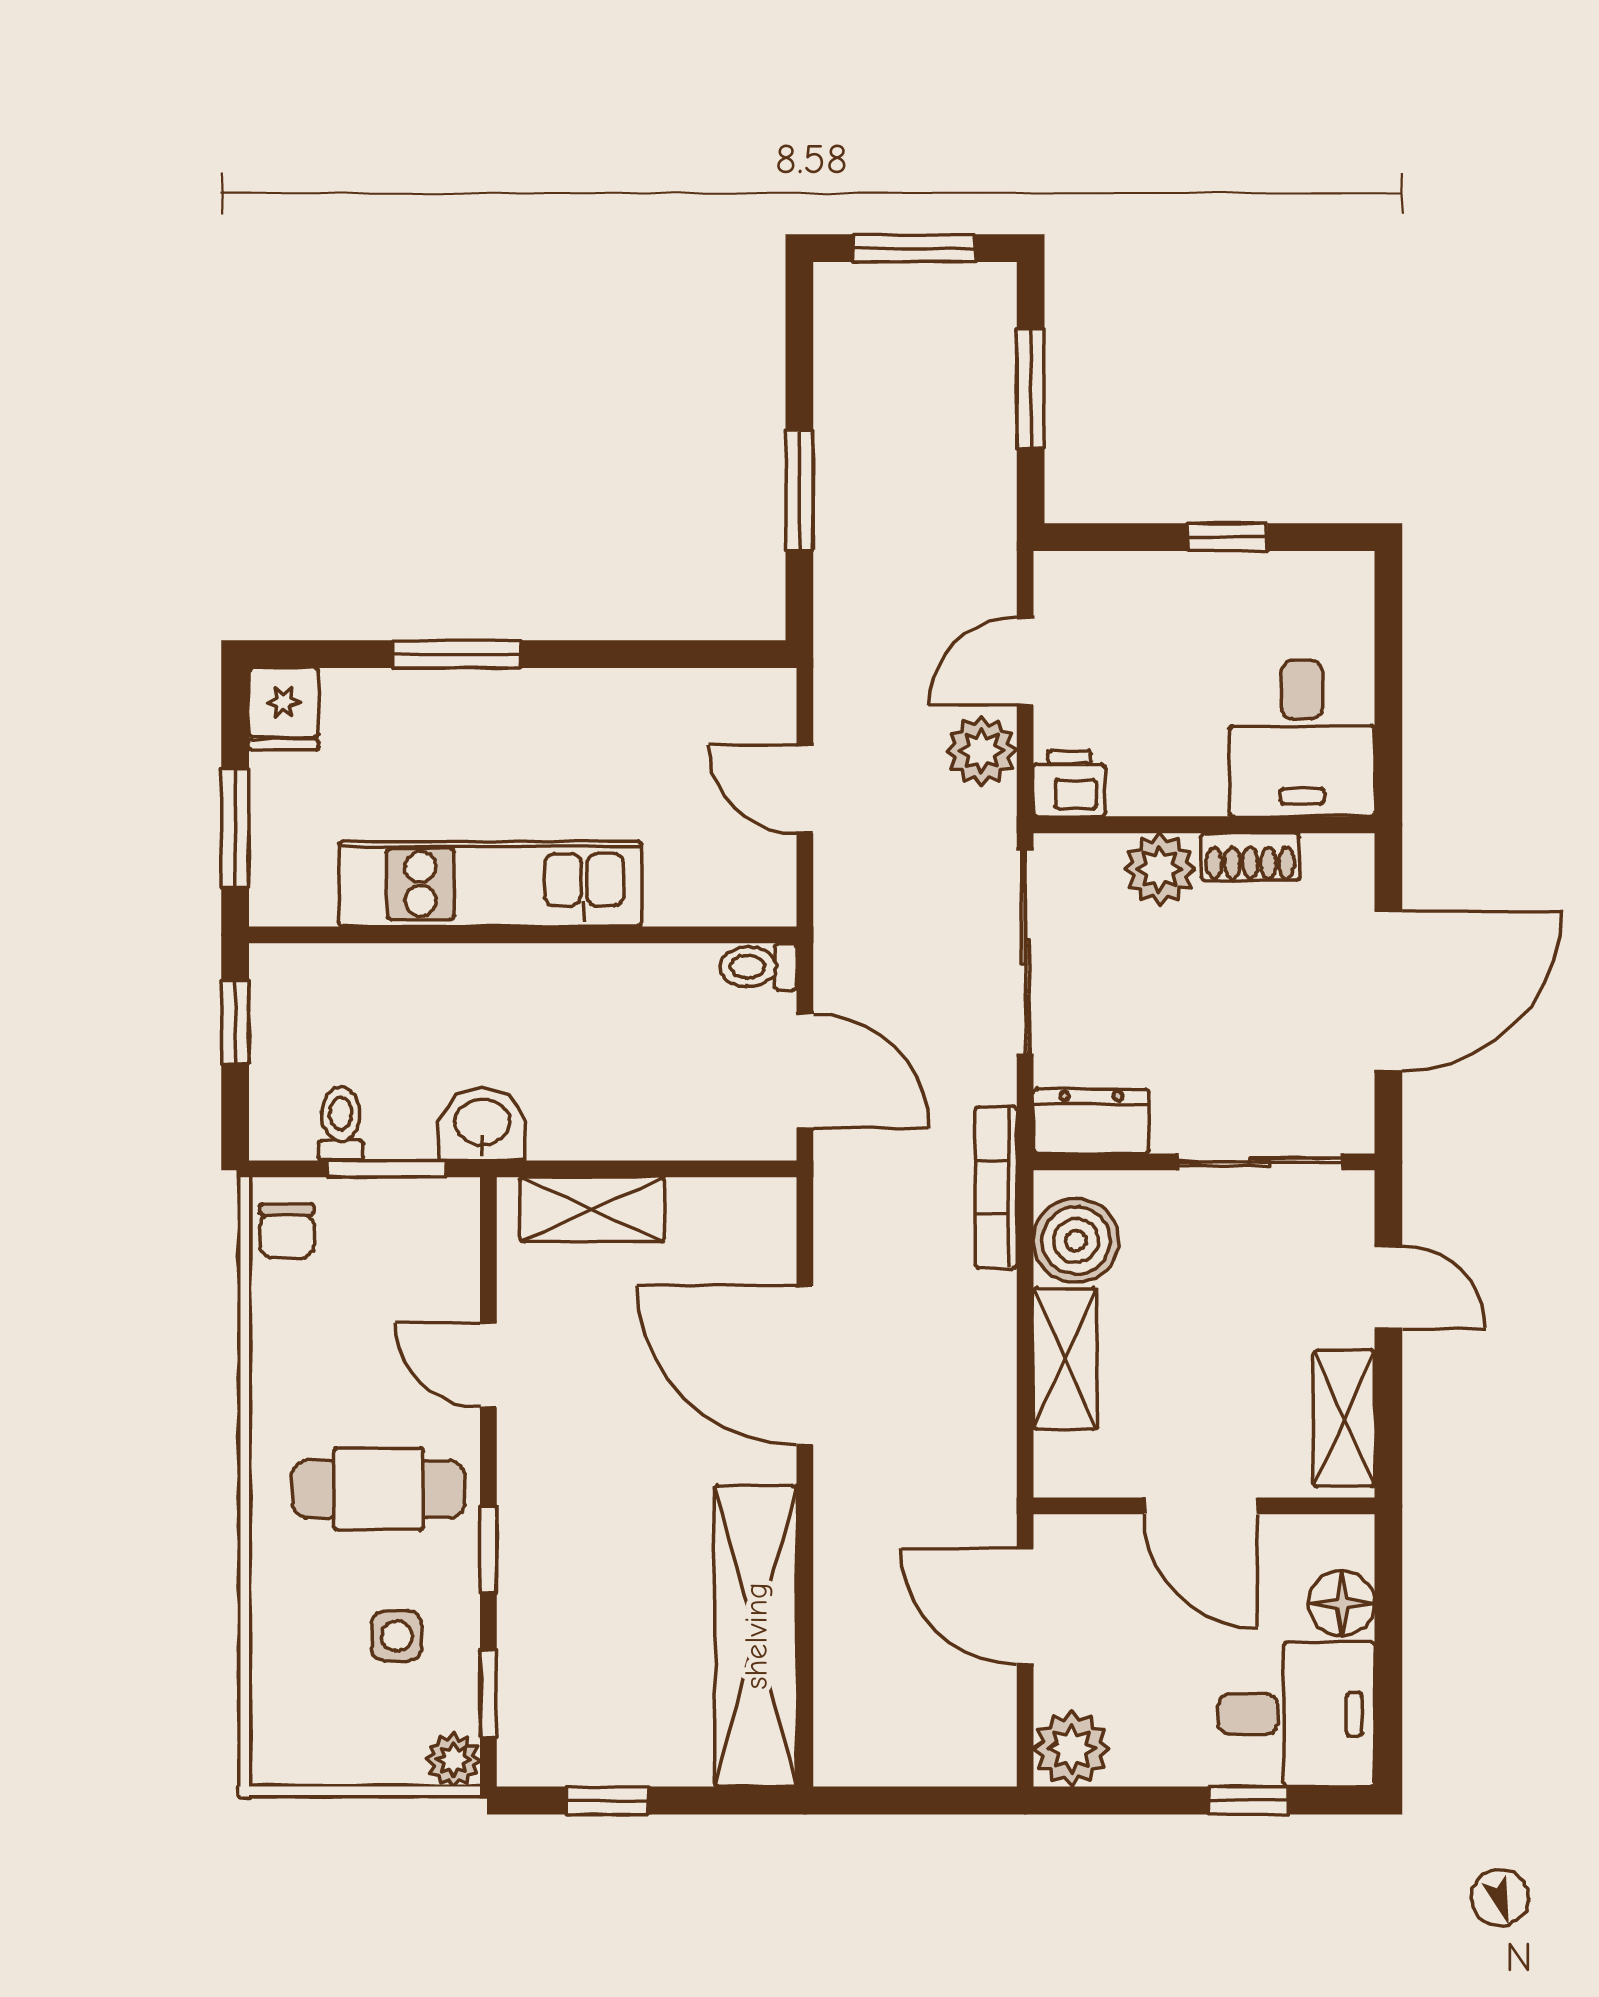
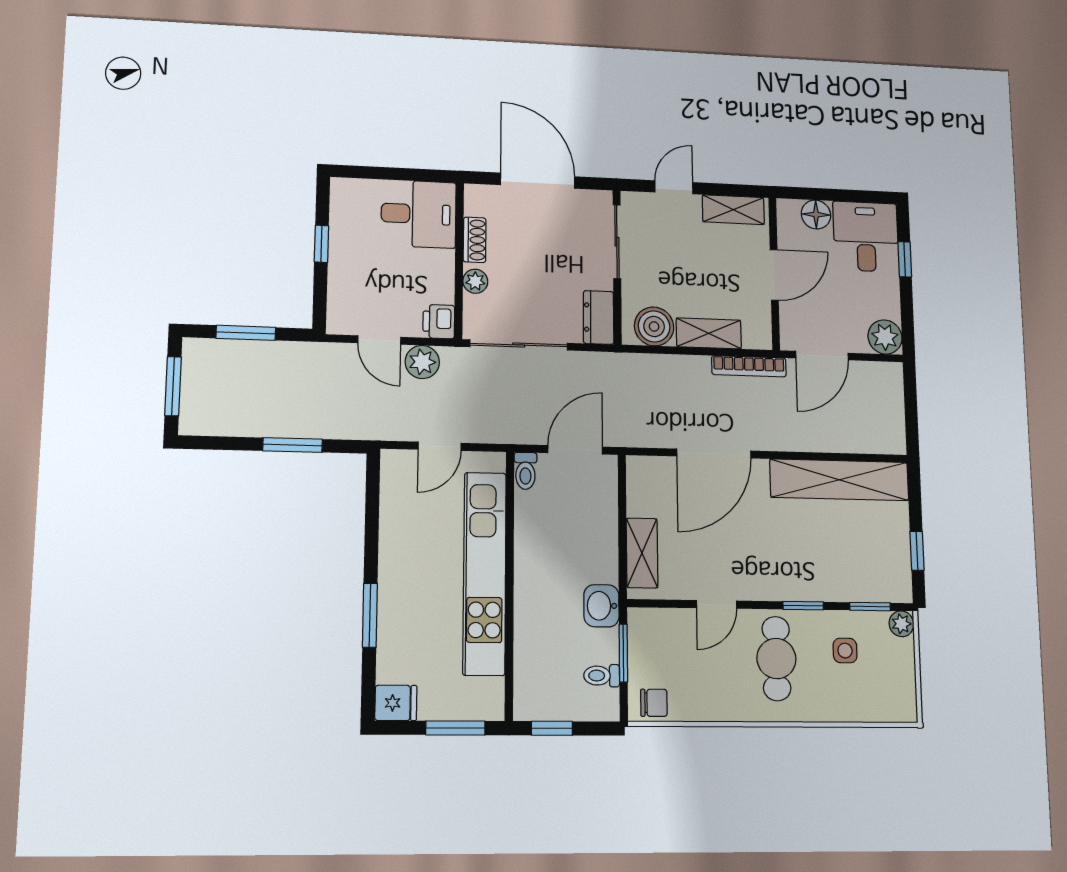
plant: (1160, 869) -> (475, 281), width x0.73, depth x0.73
kitchen unit: (490, 884) -> (485, 573), width x1.36
bookcase: (996, 1187) -> (749, 366), moved

